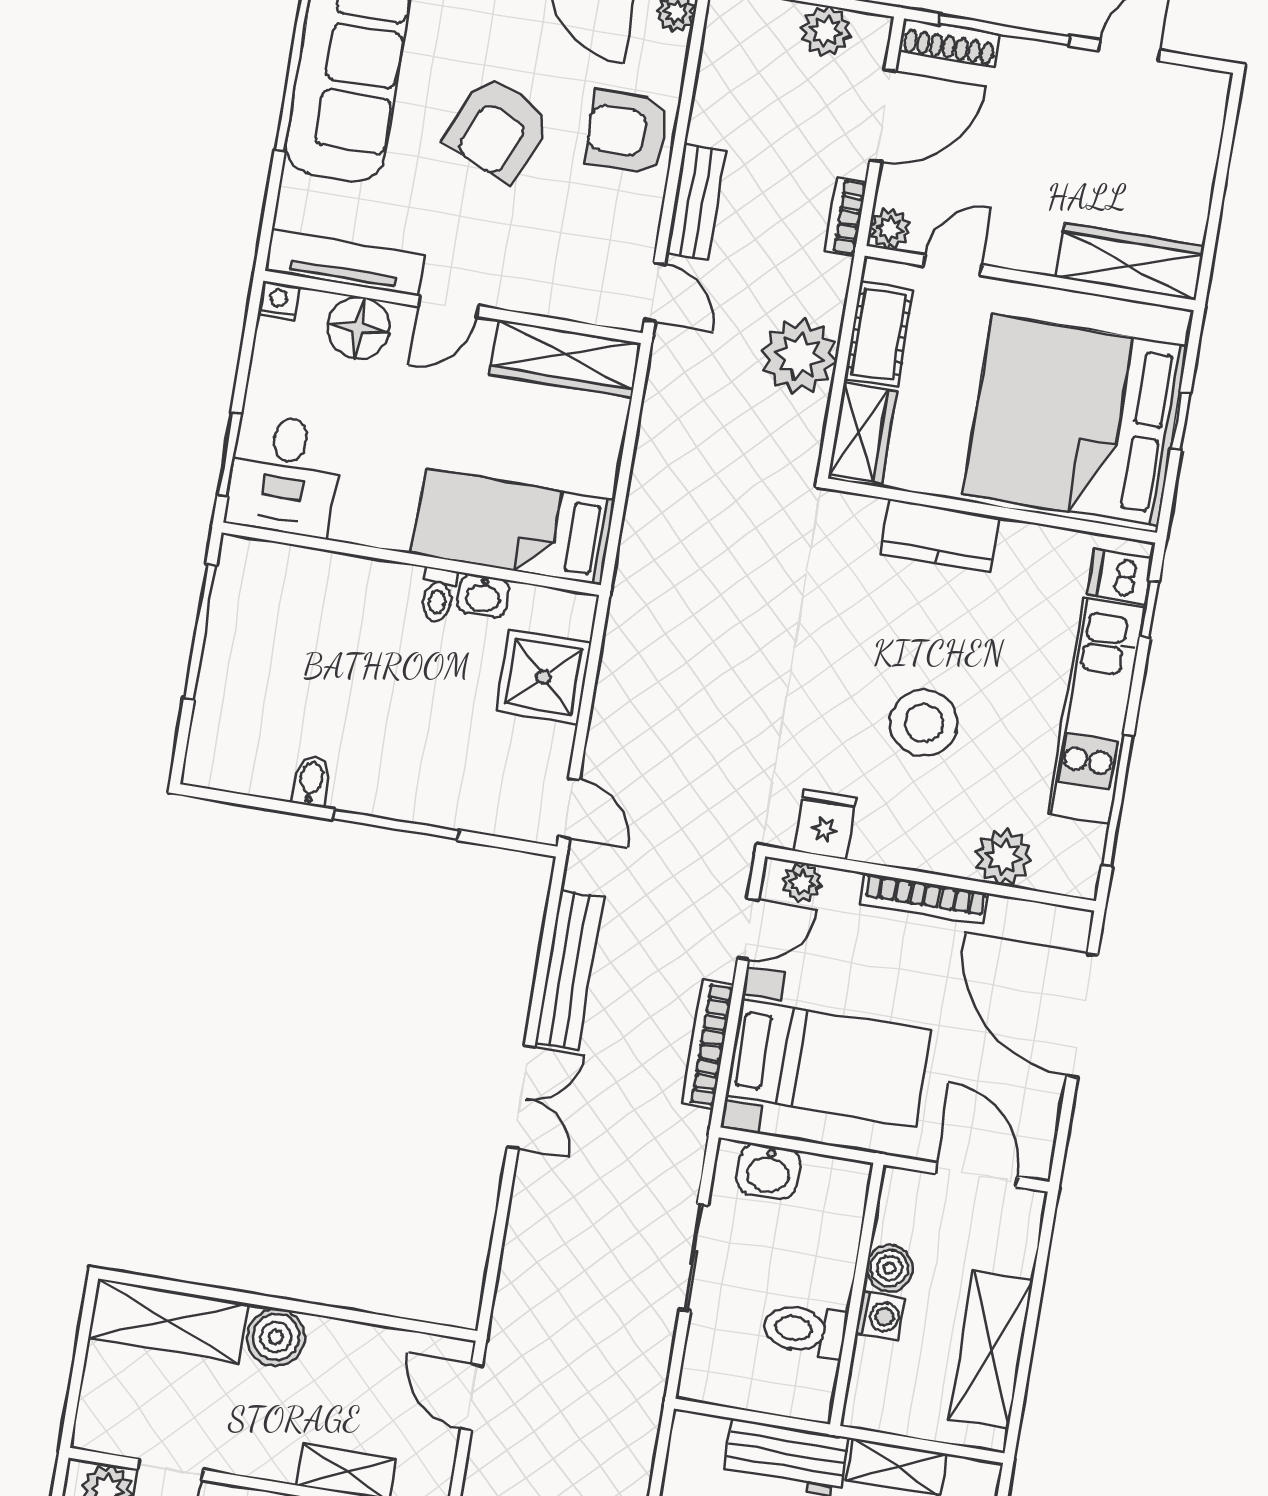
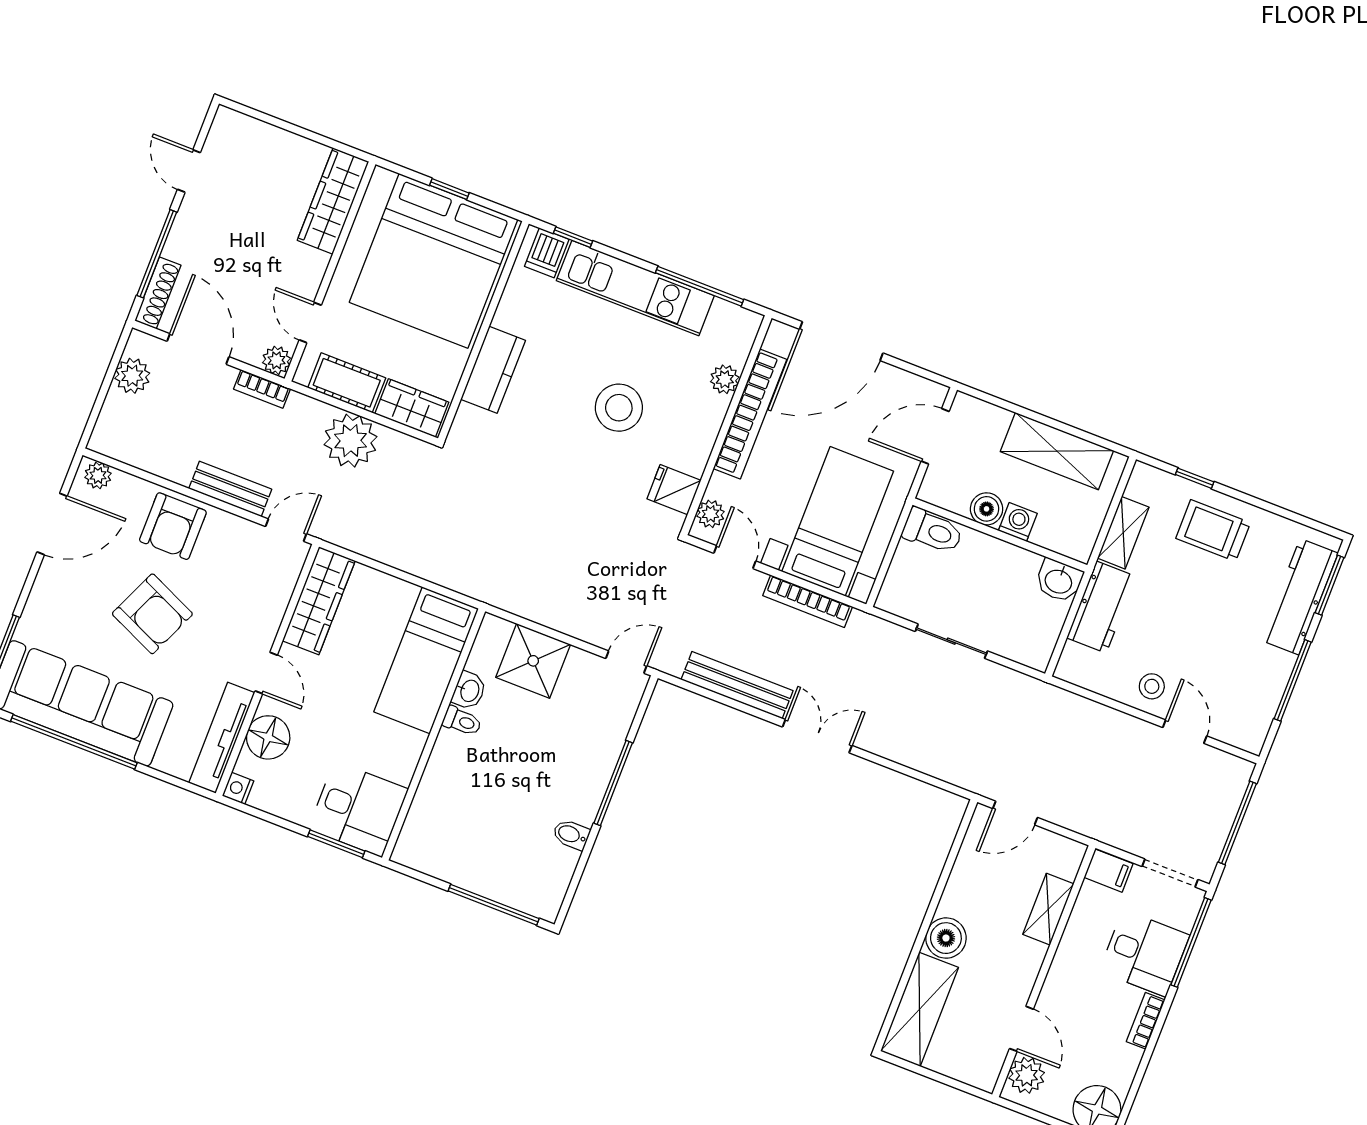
window: (200, 632) -> (494, 905), moved
plant: (1003, 857) -> (725, 379), width x0.73, depth x0.73
bookcase: (925, 899) -> (750, 414), width x1.48, depth x1.31
washbasin: (768, 1171) -> (1059, 581), moved, turned 90
toilet: (805, 1330) -> (932, 531), moved, turned -90

